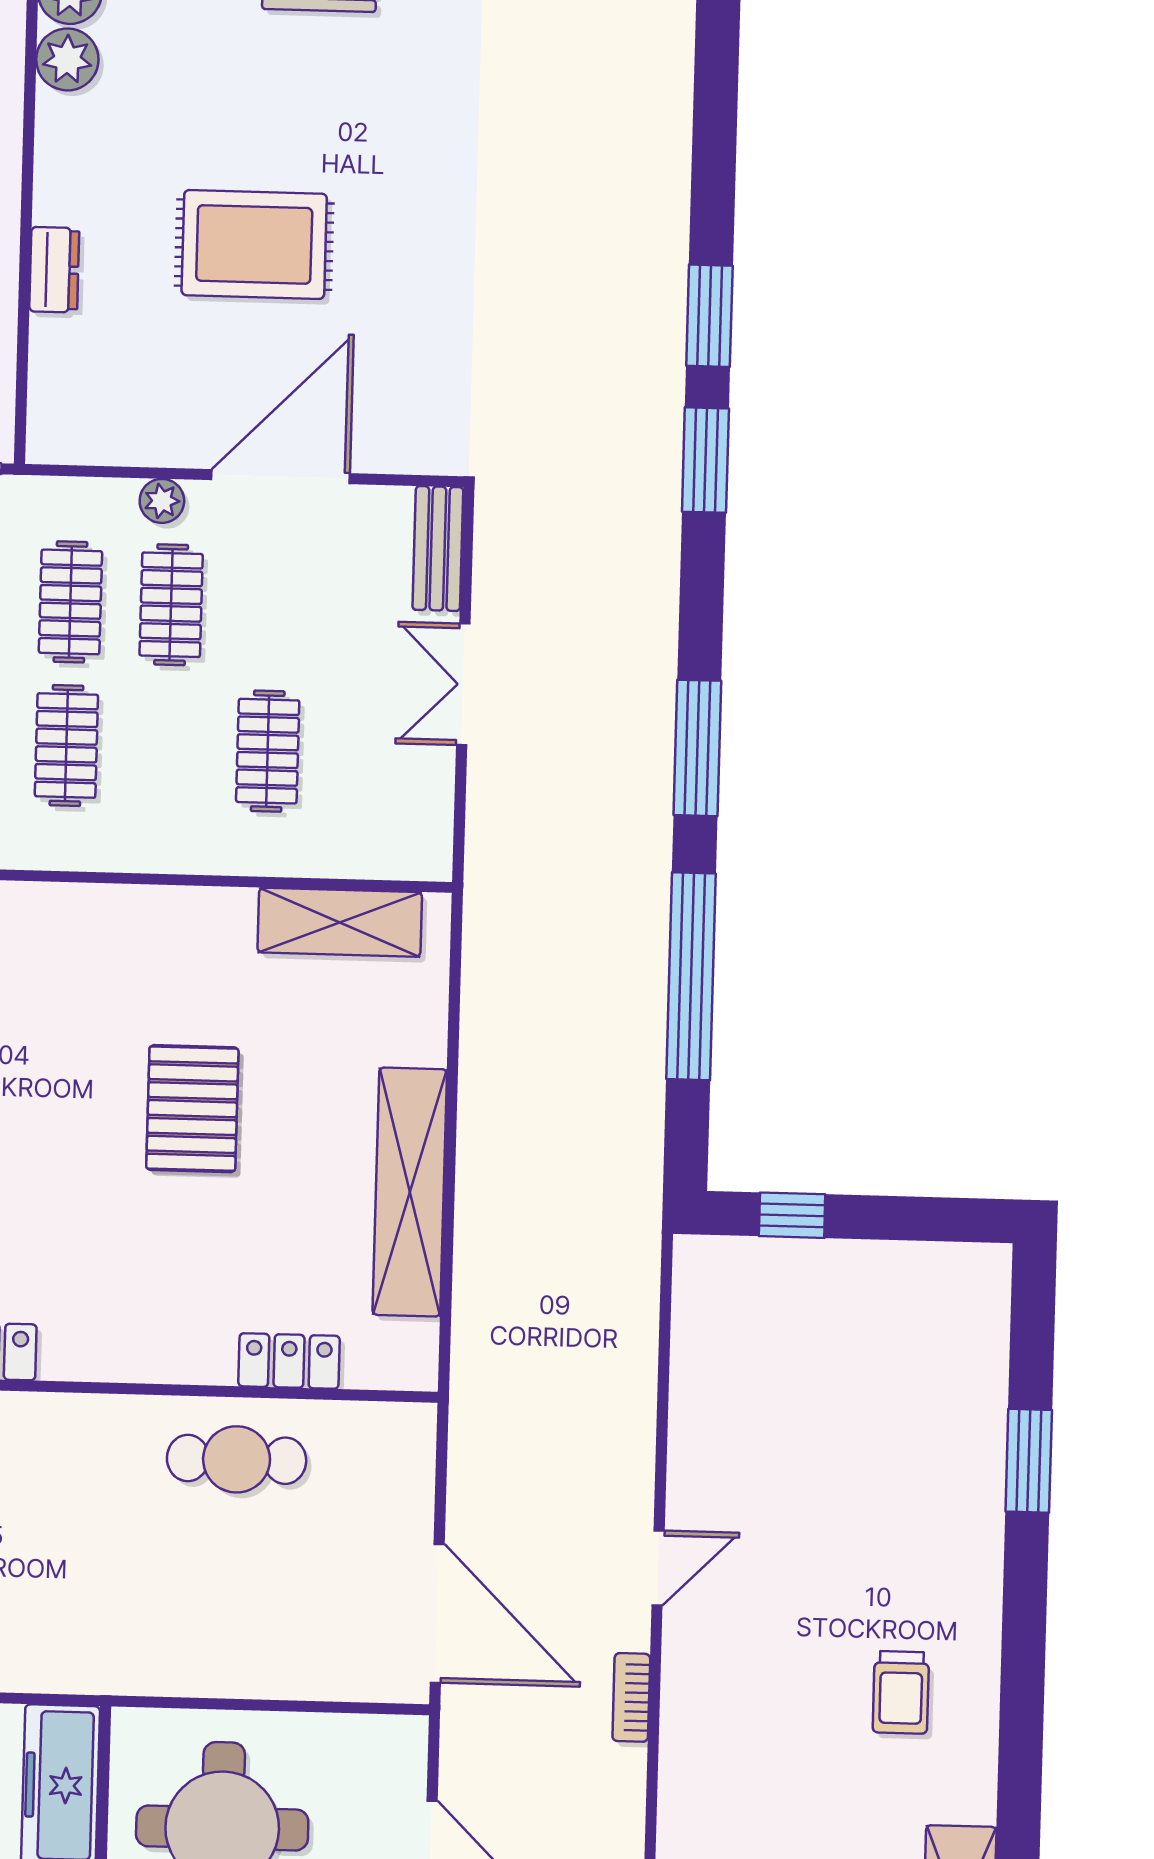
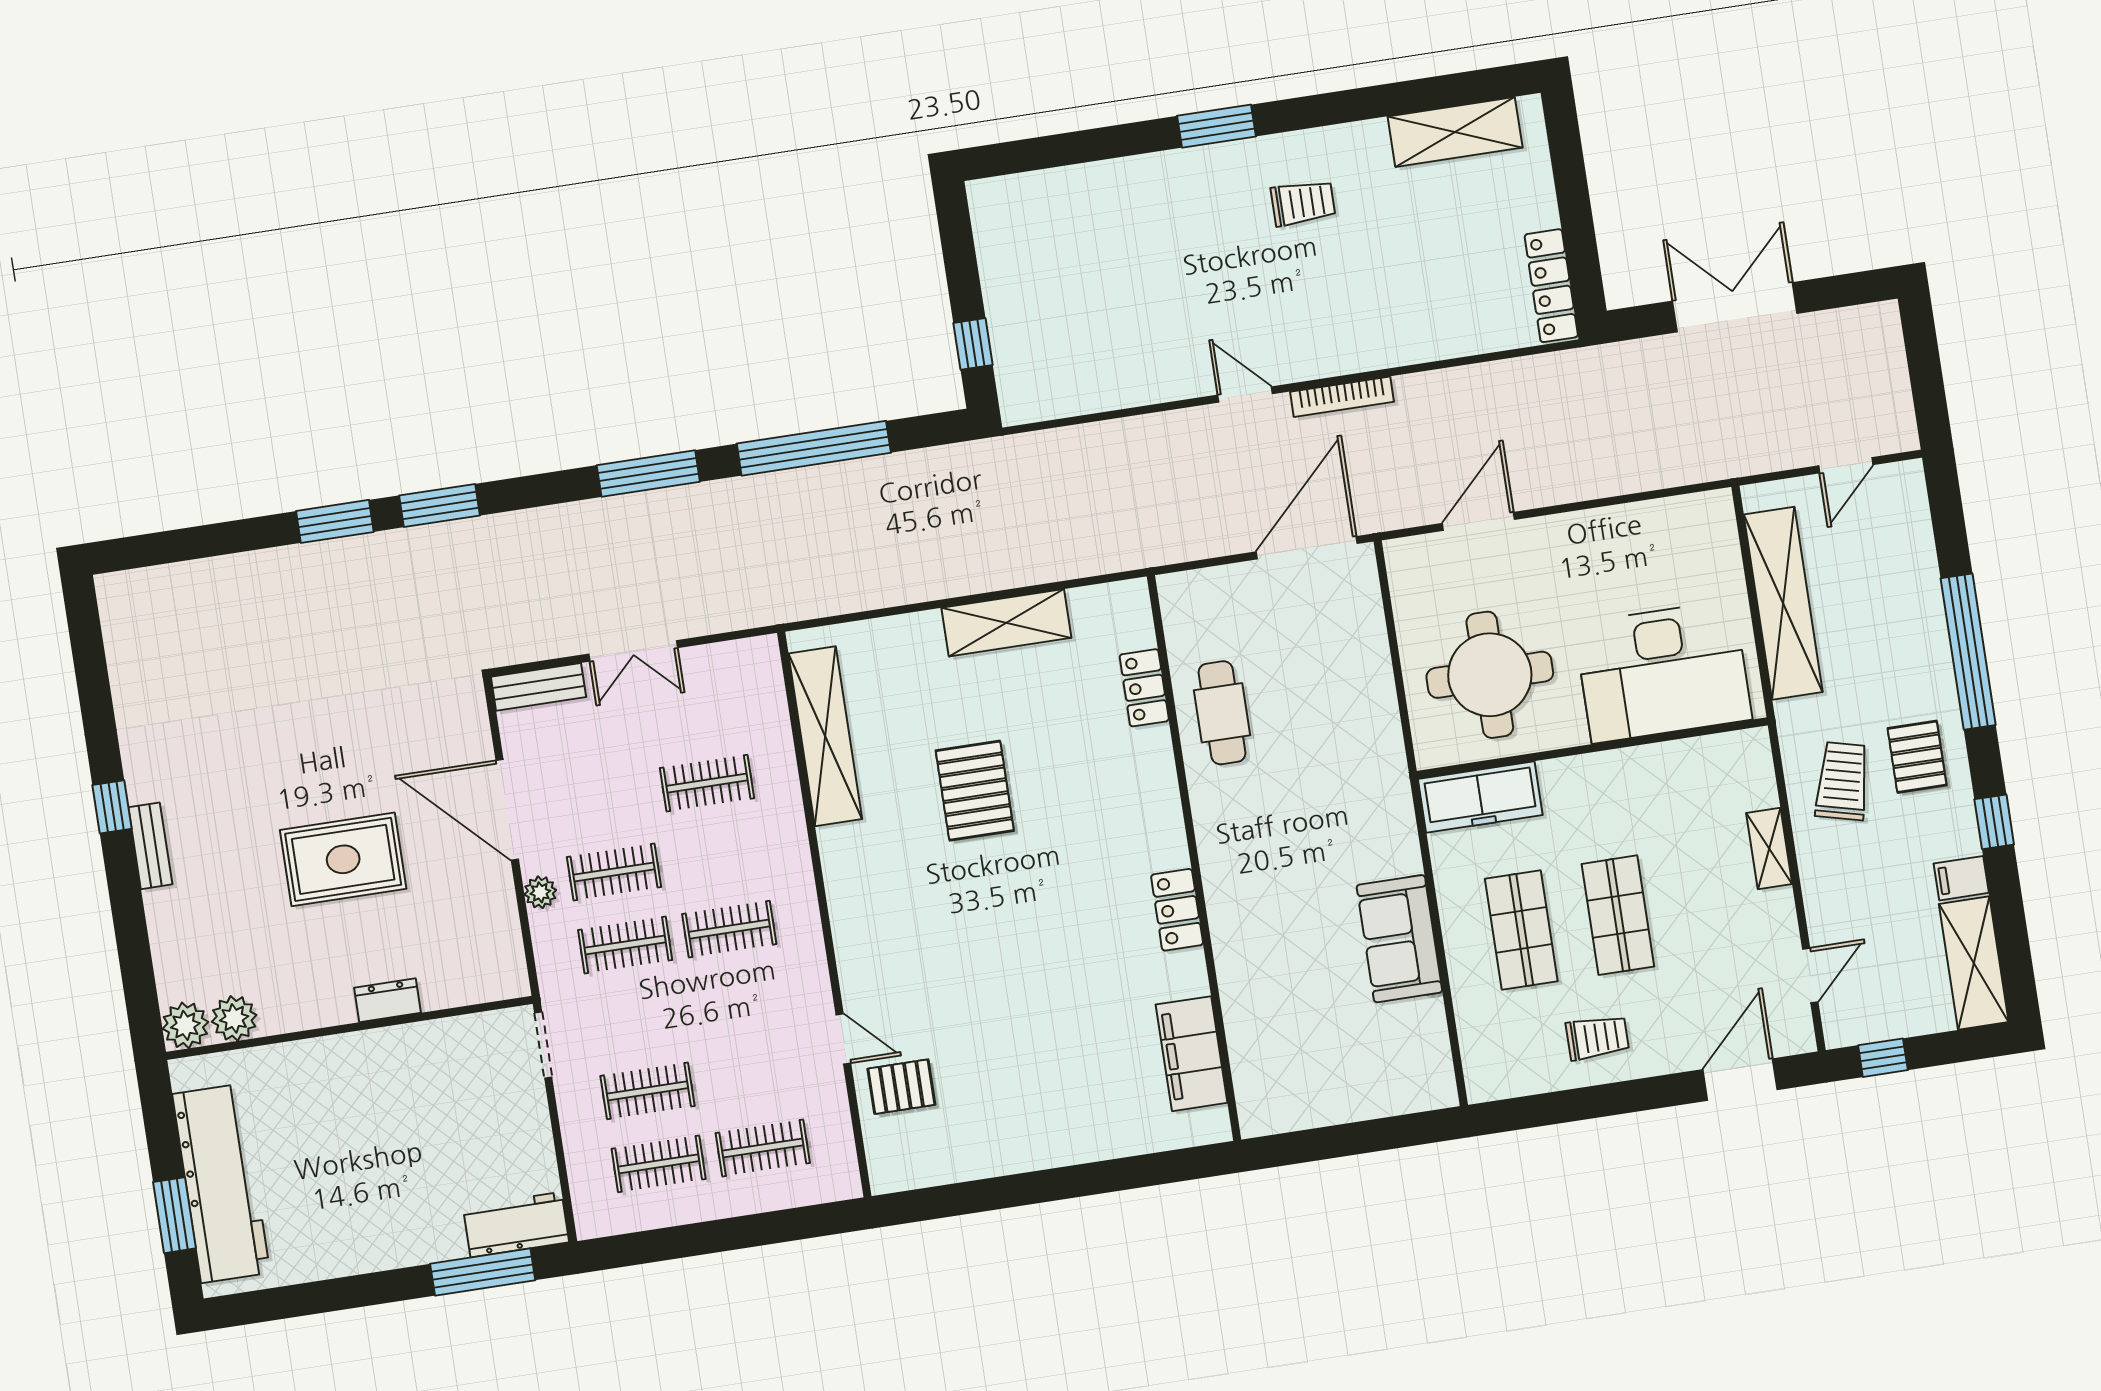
rug: (254, 244) -> (343, 859), turned 90
shelving: (340, 922) -> (825, 736), width x1.47
pallet: (192, 1109) -> (975, 791), turned 90
shelving: (410, 1192) -> (1006, 623), width x0.68
window: (1029, 1461) -> (1217, 126), moved
bookcase: (631, 1697) -> (1342, 397), width x1.56

